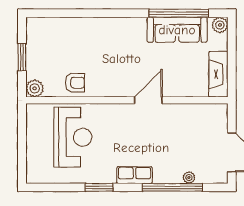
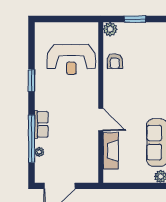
fireplace: (218, 74) -> (111, 151), moved, turned 90
row of seats: (135, 175) -> (41, 124), moved

